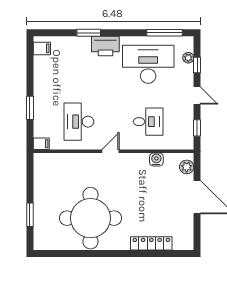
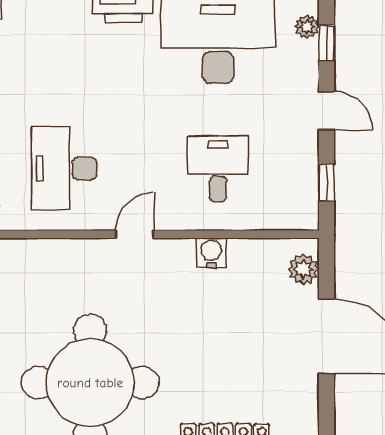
desk: (148, 122) -> (218, 169), turned -90
water cooler: (156, 160) -> (211, 253), moved

